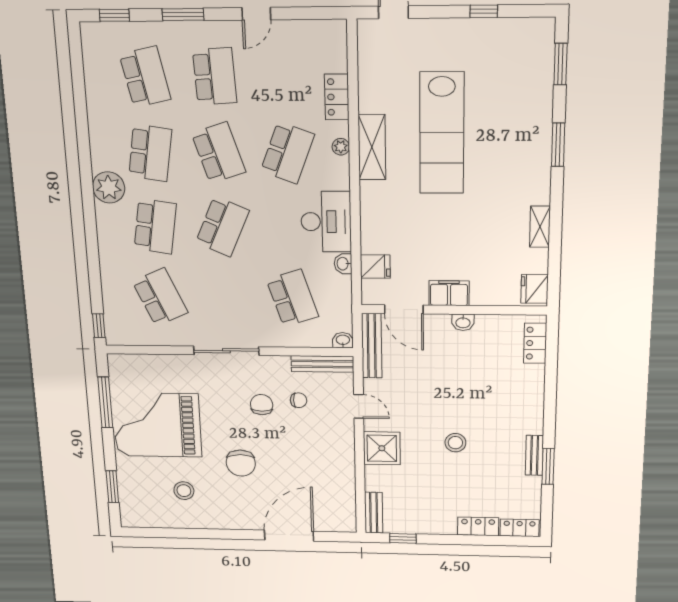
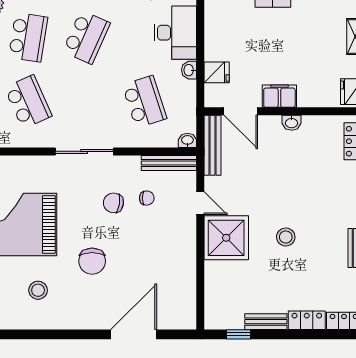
chair: (262, 405) -> (113, 203), turned -81
shower: (382, 448) -> (226, 238), width x1.37, depth x1.37
bench: (374, 513) -> (266, 322), moved, turned 90

